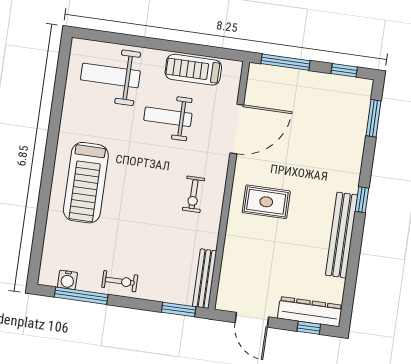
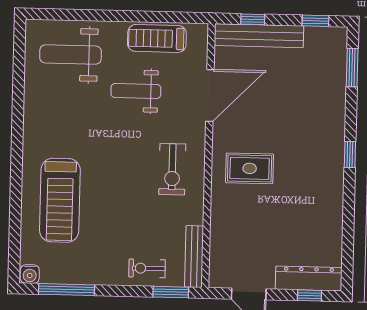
window: (285, 62) -> (253, 19), width x0.46
treadmill: (86, 183) -> (60, 200), moved
exercise bike: (194, 194) -> (172, 169), width x1.38, depth x1.39
bench: (342, 235) -> (259, 36), moved, turned 90
water cooler: (67, 280) -> (30, 274), moved
exercise bike: (120, 281) -> (147, 268), moved, turned 180

